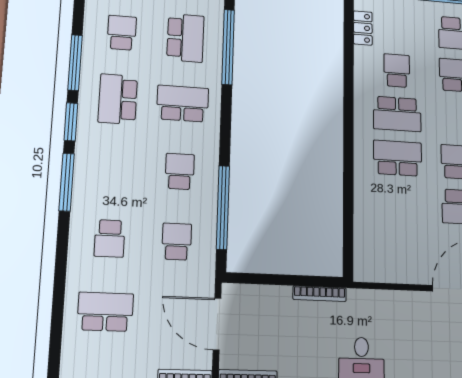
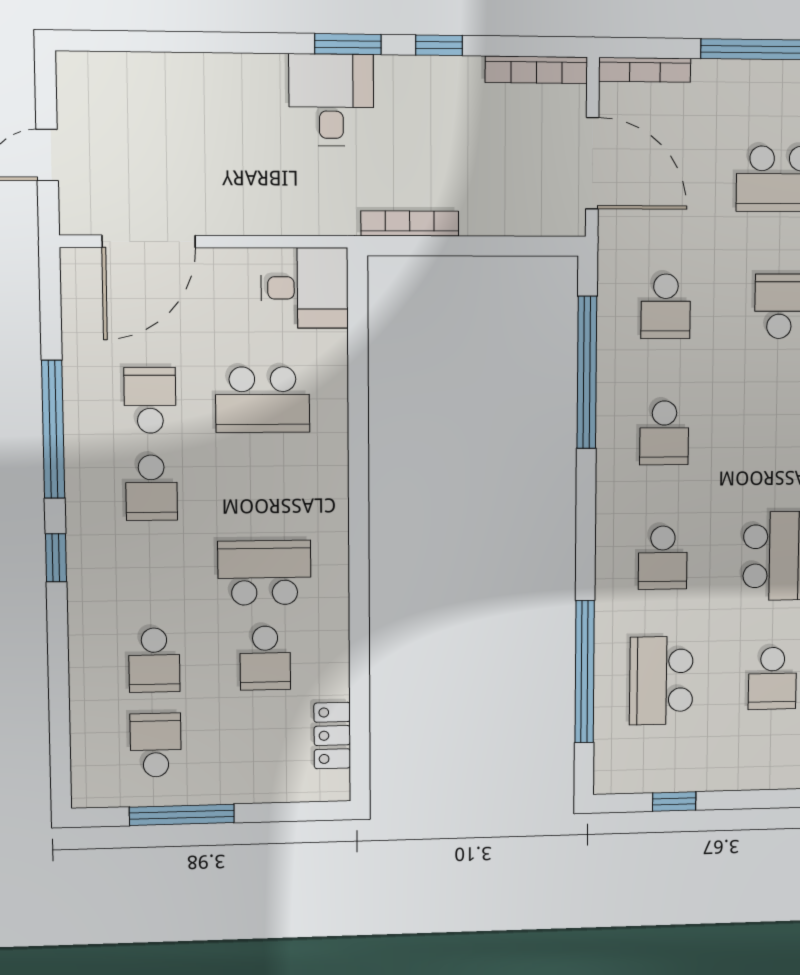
school desk: (183, 104) -> (663, 558), width x0.54
school desk: (398, 158) -> (263, 400), moved
desk: (376, 261) -> (304, 288), added

